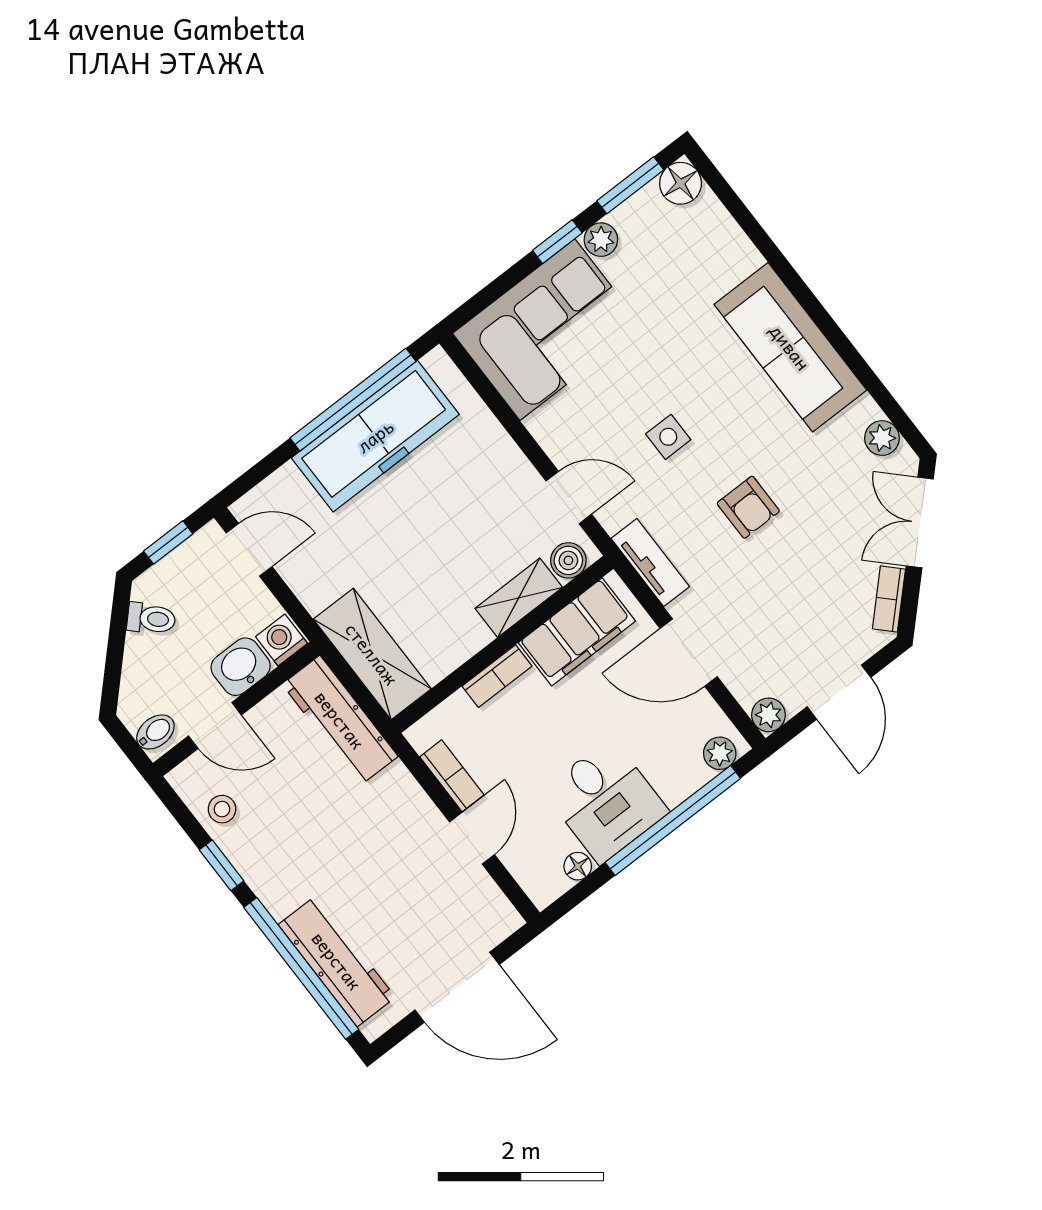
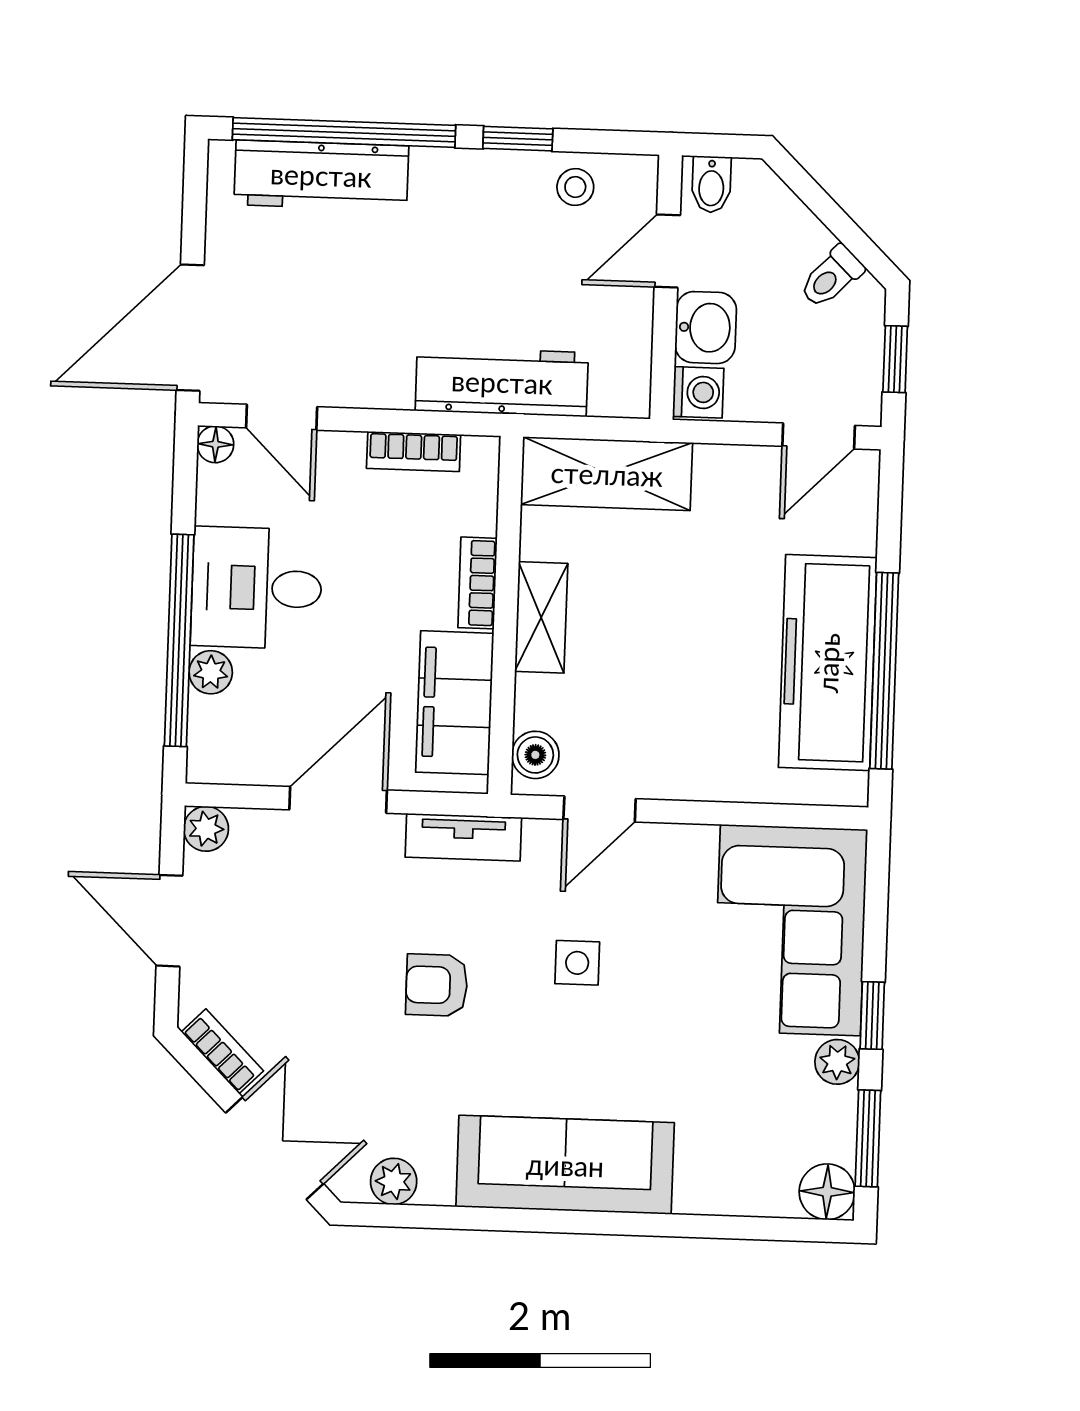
shelving: (519, 598) -> (541, 617), moved
workbench: (340, 720) -> (502, 382), moved
plant: (720, 753) -> (211, 672), moved
door: (472, 838) -> (282, 417), moved
floor lamp: (578, 866) -> (215, 444), moved
door: (457, 987) -> (190, 328), moved

